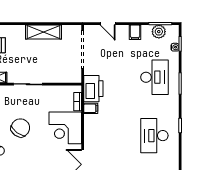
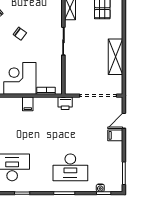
filing cabinet: (135, 32) -> (115, 135), moved
plant: (159, 32) -> (116, 172), removed
printer: (93, 89) -> (65, 103), width x0.53, depth x0.68
filing cabinet: (91, 108) -> (28, 104), moved
chair: (20, 128) -> (20, 34), width x0.54, depth x0.54

